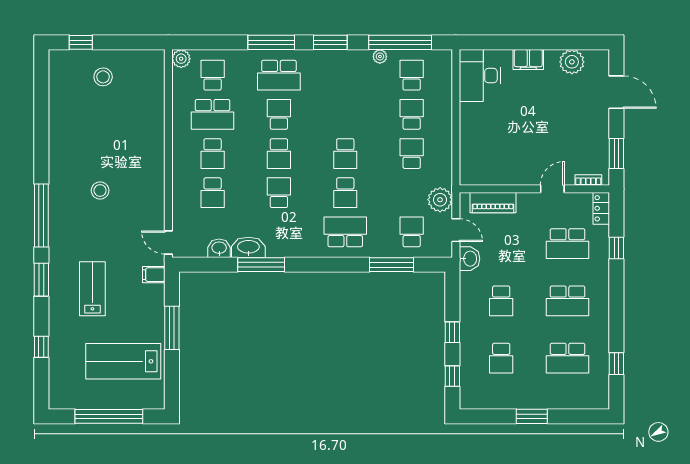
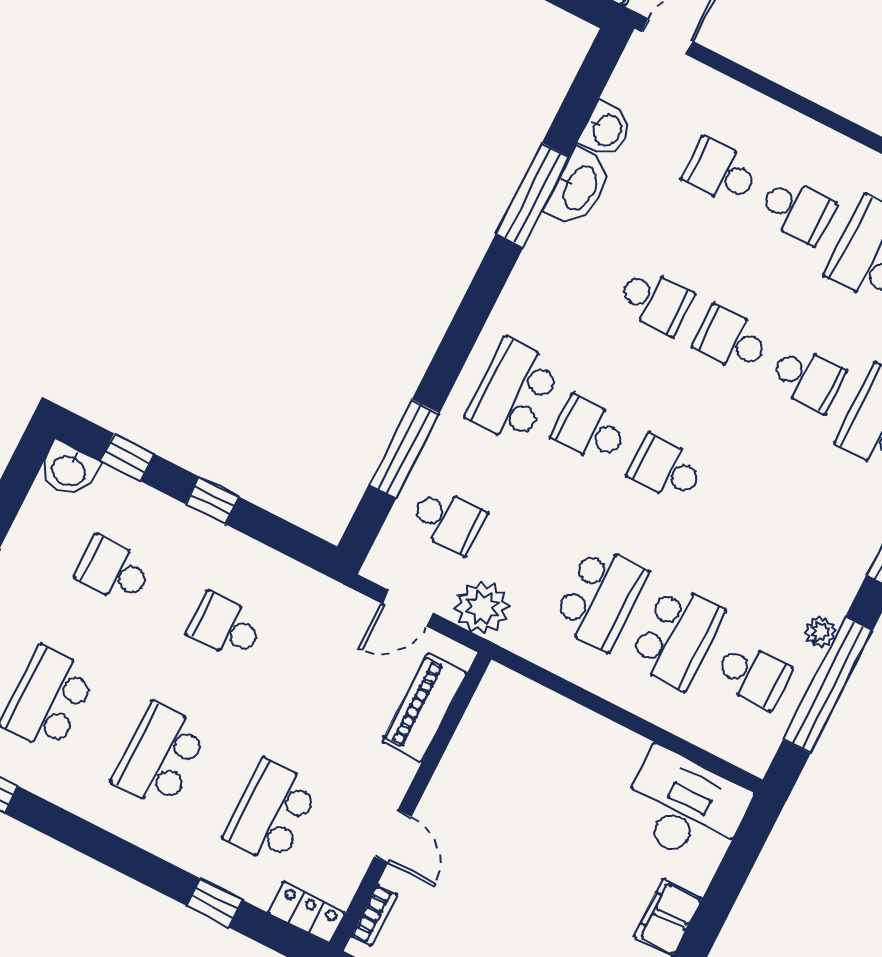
school desk: (412, 114) -> (677, 636), width x1.85
school desk: (213, 154) -> (797, 210), turned 180
school desk: (412, 154) -> (600, 598), width x1.85
school desk: (345, 232) -> (513, 391), turned 180
washbasin: (470, 259) -> (69, 470), moved

